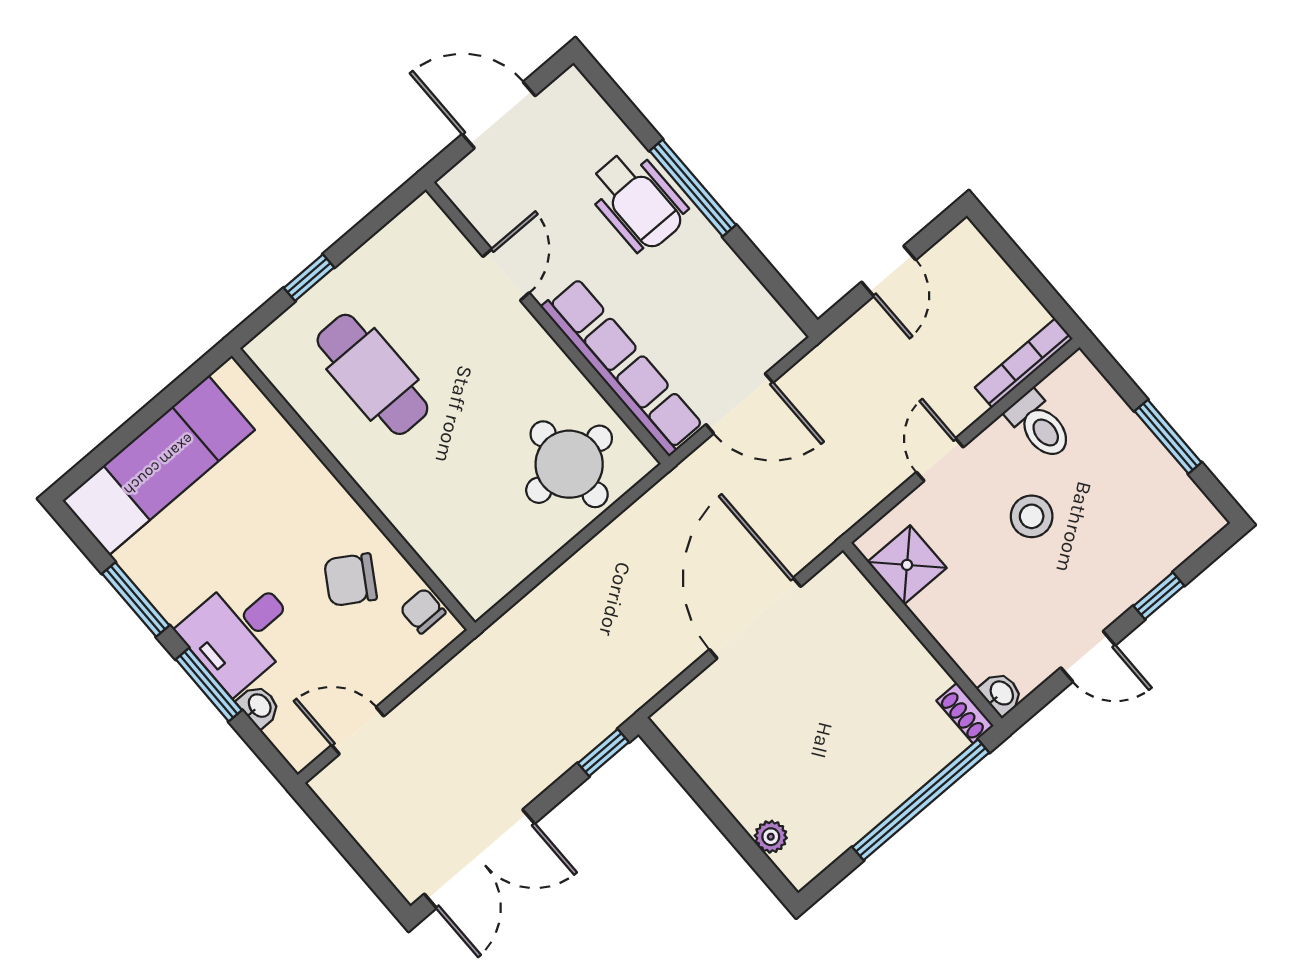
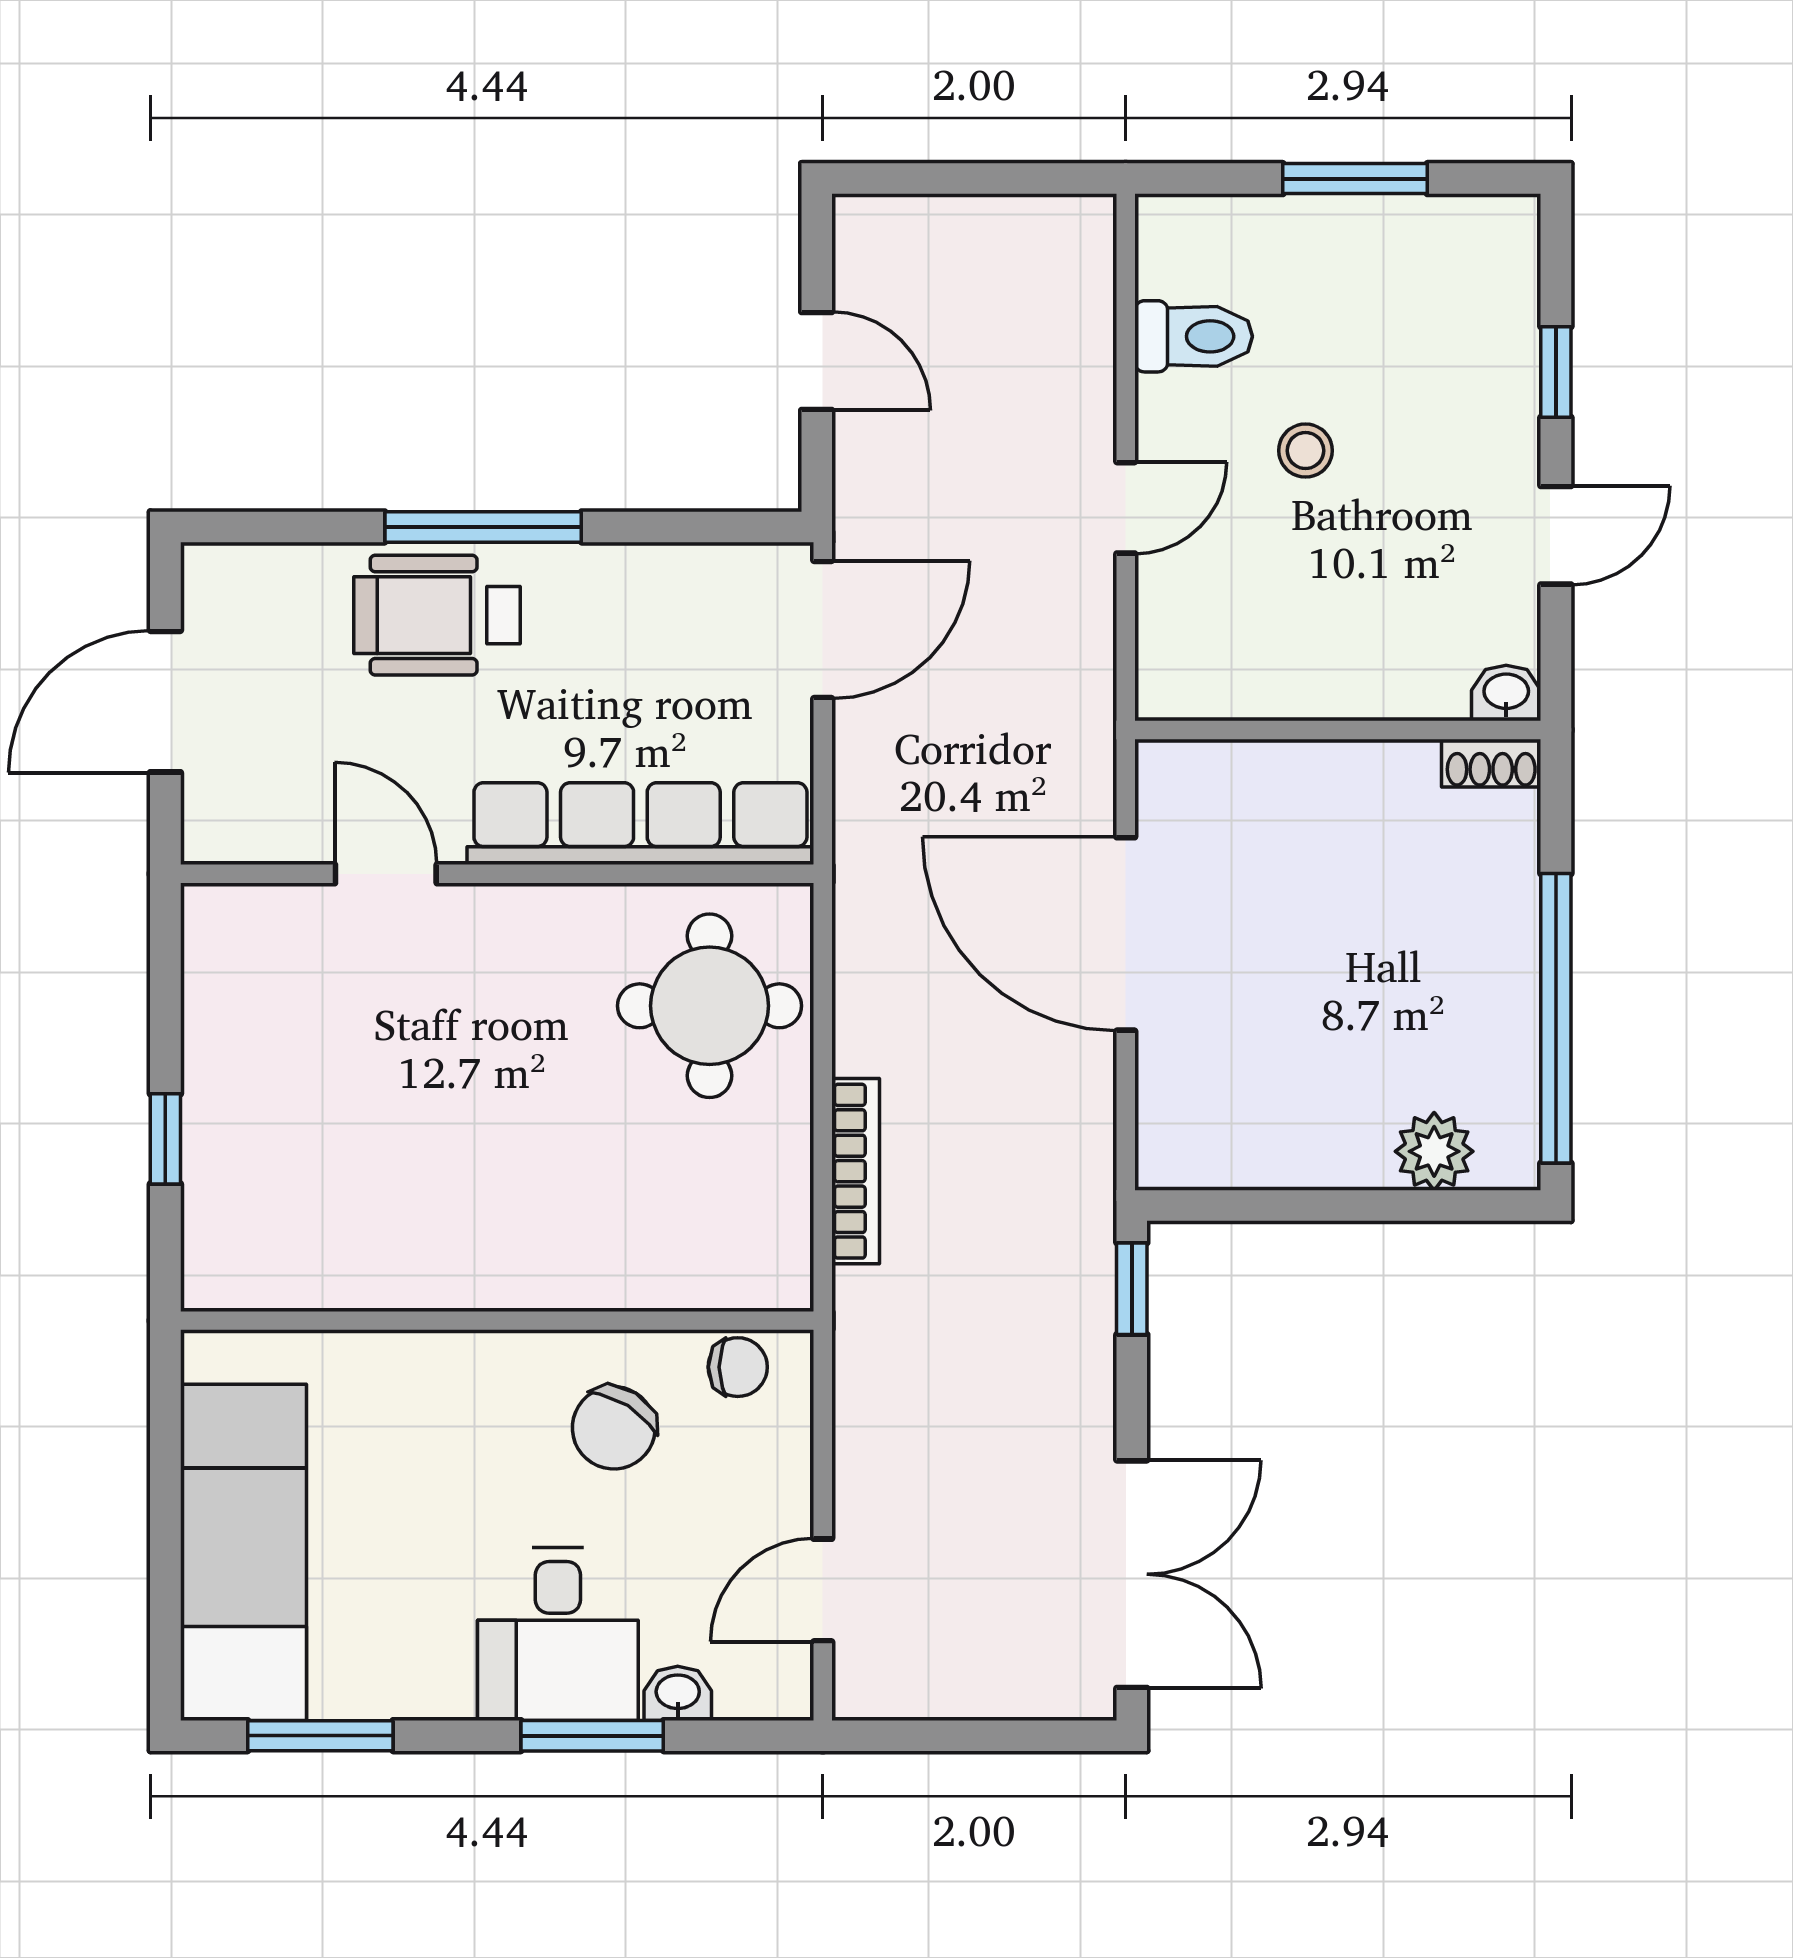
wheelchair: (637, 201) -> (437, 615), turned 180
bookcase: (1024, 363) -> (856, 1171), moved, turned 180
cafe table: (372, 374) -> (366, 1165), removed
door: (739, 403) -> (823, 630), moved
door: (940, 460) -> (1126, 508), swing flipped
stool: (1032, 516) -> (1306, 451), width x0.73, depth x0.73
shower: (907, 565) -> (1228, 671), removed
window: (136, 600) -> (320, 1736), moved
chair: (423, 611) -> (738, 1367), turned 180
window: (921, 800) -> (1556, 1018), moved
plant: (771, 837) -> (1434, 1151), width x1.38, depth x1.38

